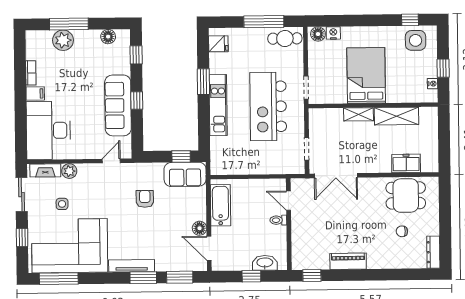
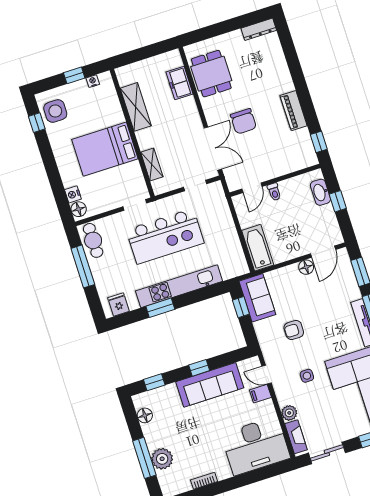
filing cabinet: (35, 94) -> (260, 394), moved, turned -90
kitchen unit: (218, 105) -> (179, 286), width x1.36
shelving: (358, 114) -> (152, 164), moved
side table: (62, 204) -> (307, 376), moved
bathtub: (221, 205) -> (258, 248), moved, turned 90
chair: (402, 231) -> (243, 121), moved, width x1.87, depth x1.87

